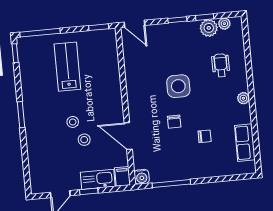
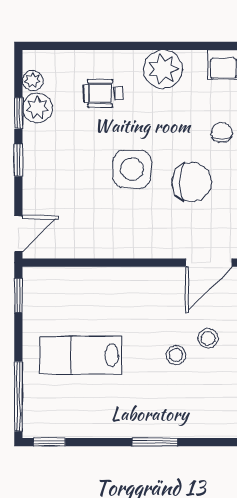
plant: (243, 98) -> (163, 69), width x1.88, depth x1.88
chair: (174, 122) -> (192, 182), width x1.87, depth x1.87

